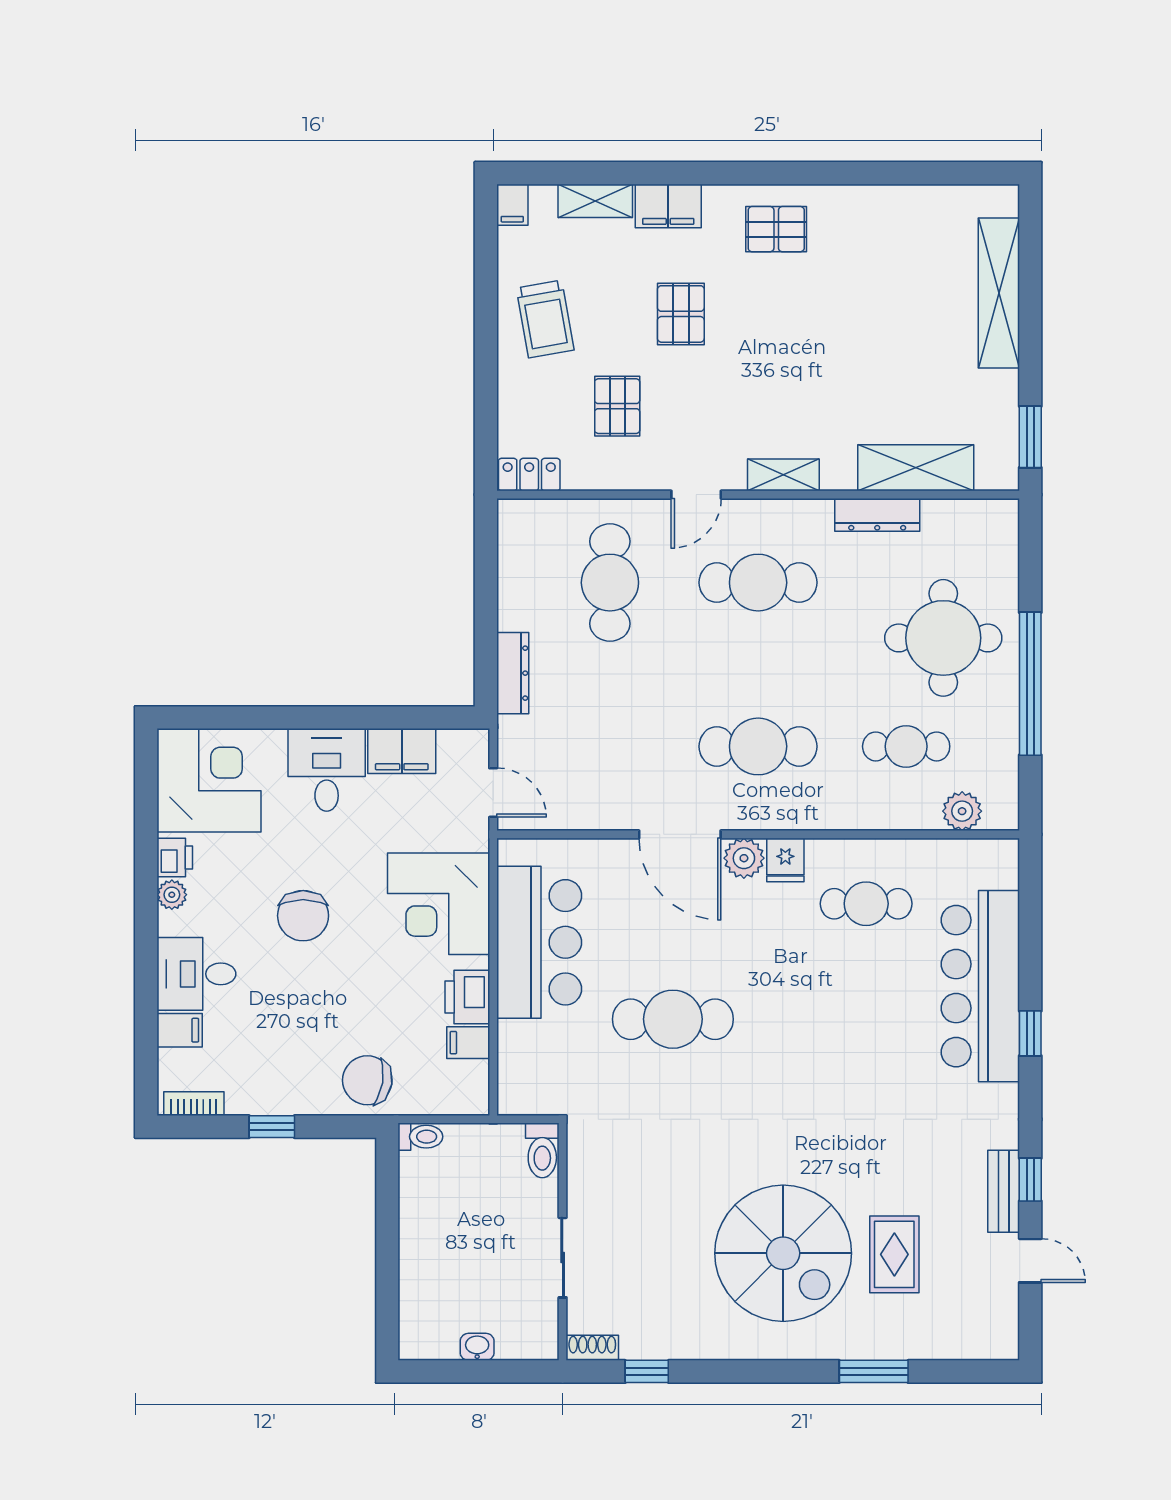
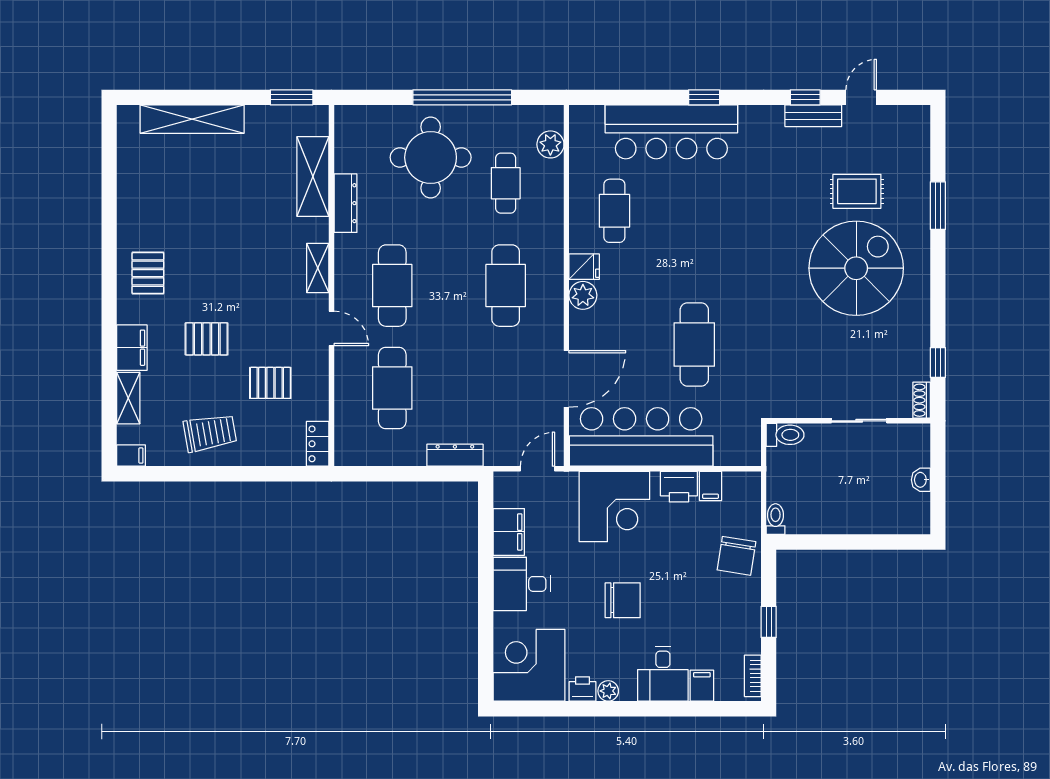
cafe table: (610, 583) -> (392, 388), turned 90
door: (680, 834) -> (566, 379), moved
bar counter: (539, 942) -> (641, 437), width x1.36

